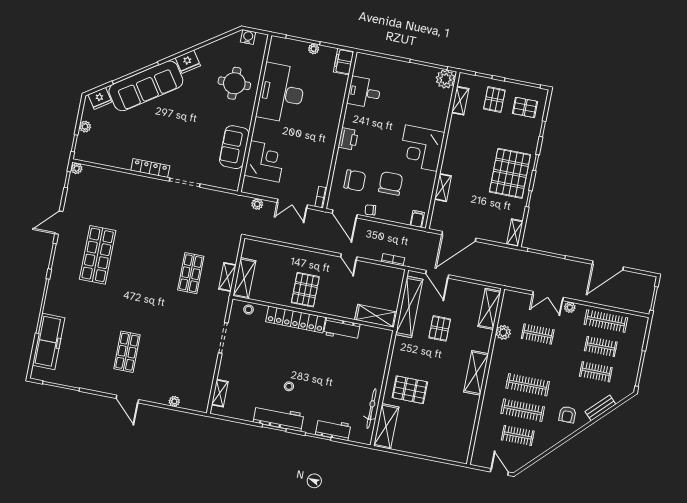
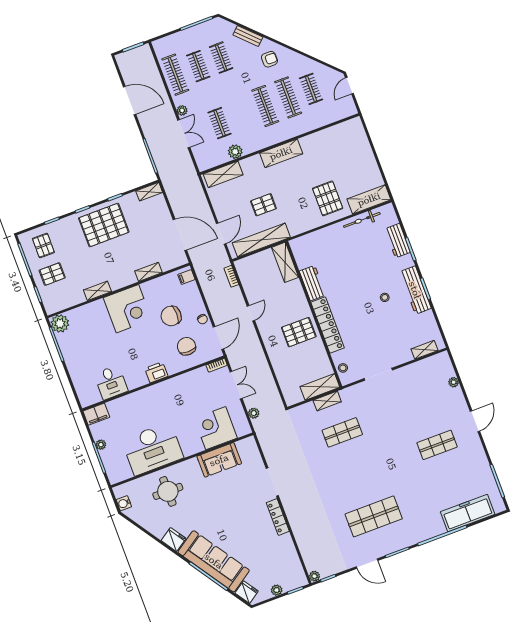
shelving: (460, 101) -> (97, 291), moved

